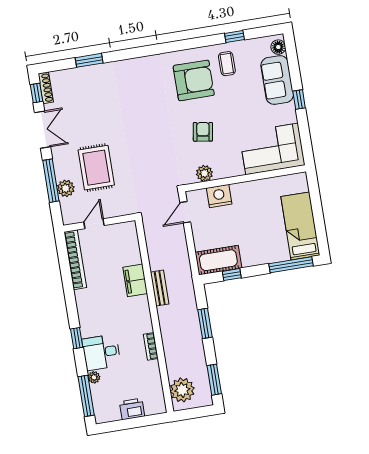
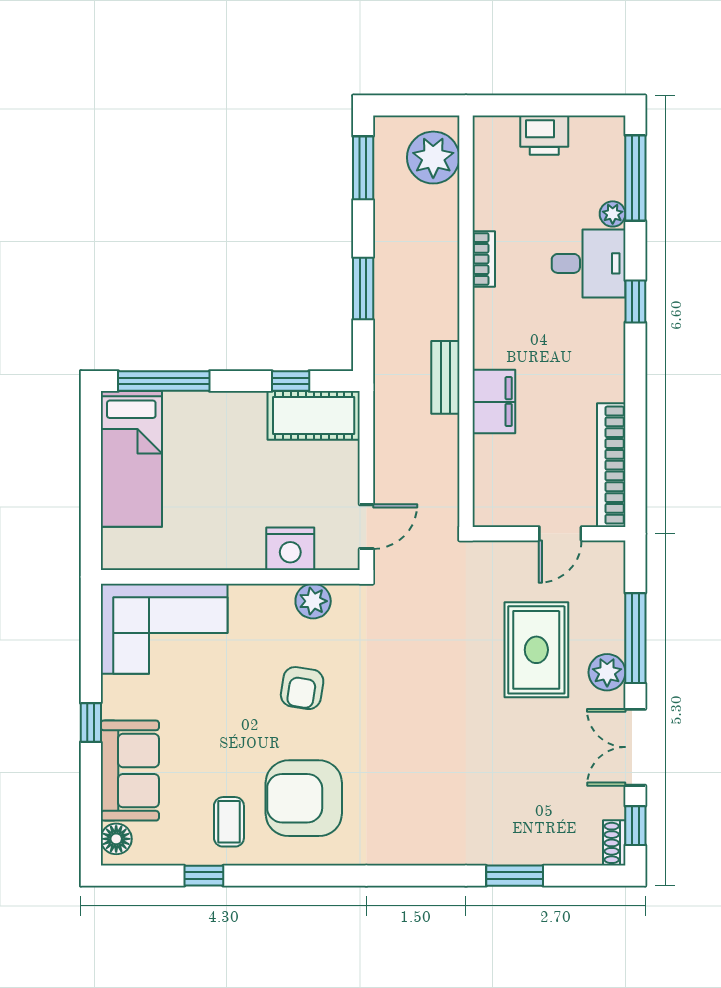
shoe rack: (46, 88) -> (614, 843), width x0.70
plant: (66, 188) -> (607, 672), moved

